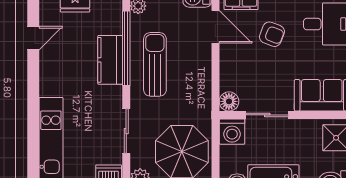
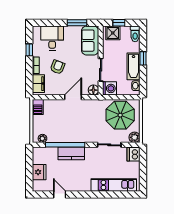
door: (215, 27) -> (73, 97), moved
sun lounger: (155, 64) -> (74, 130), removed

